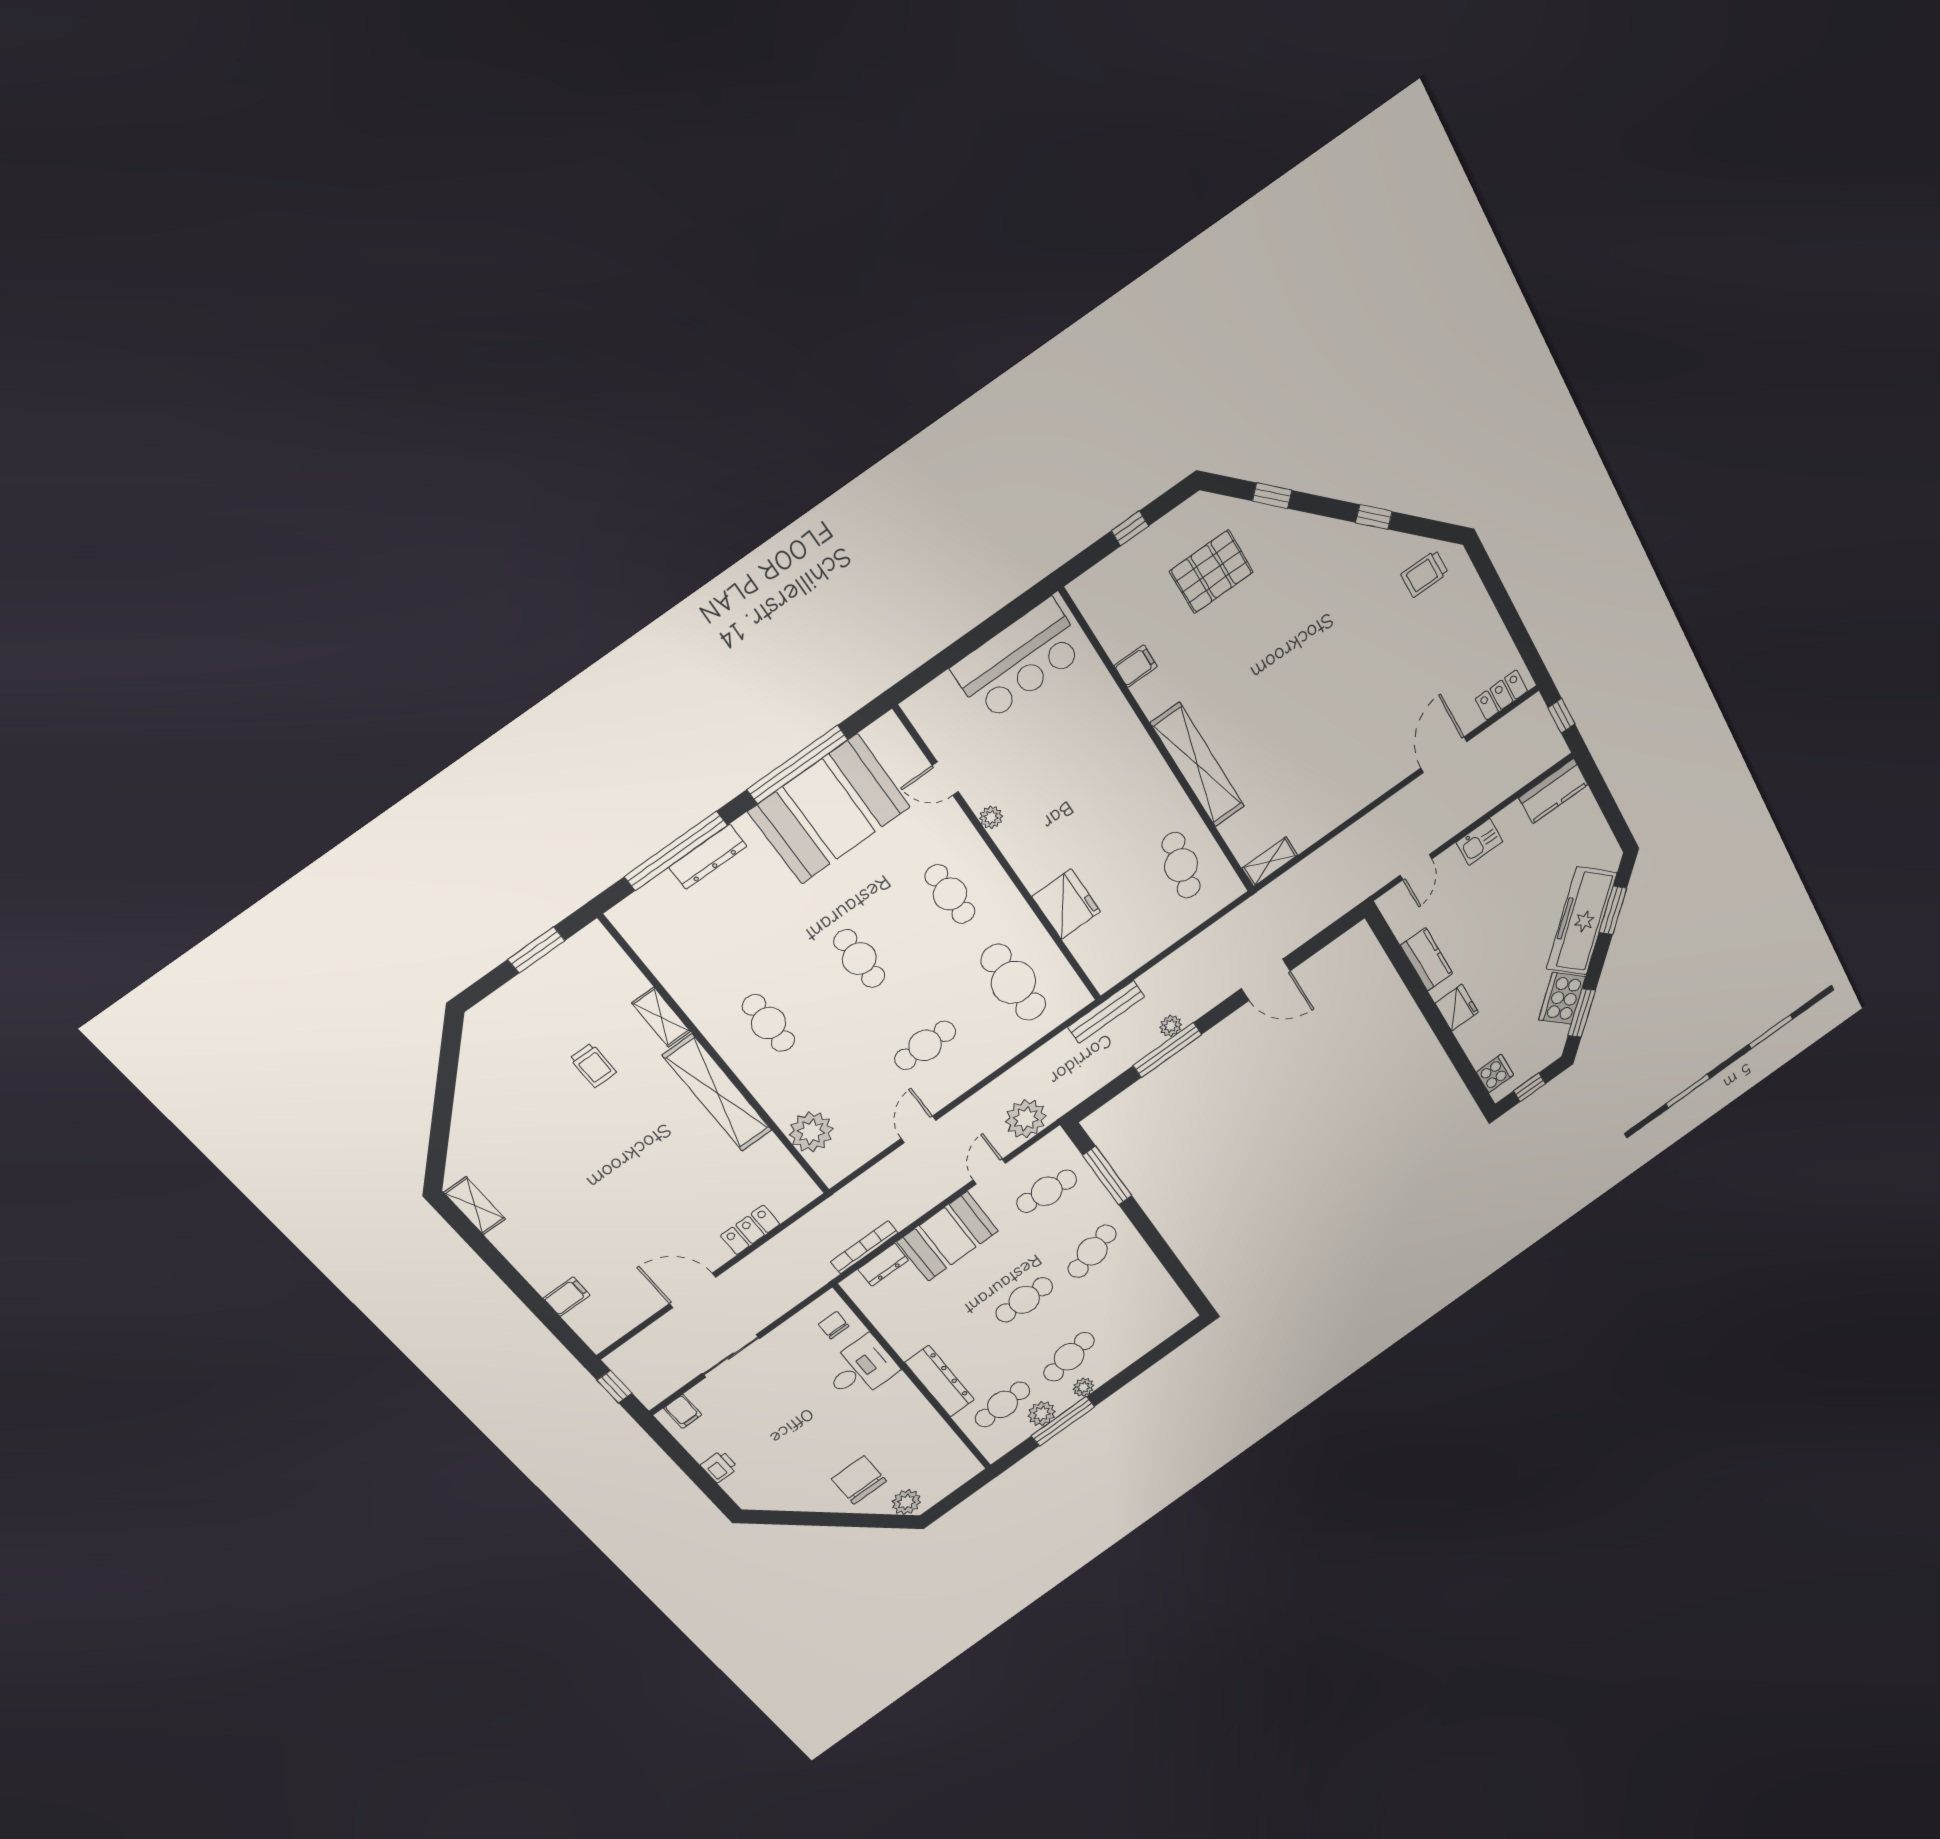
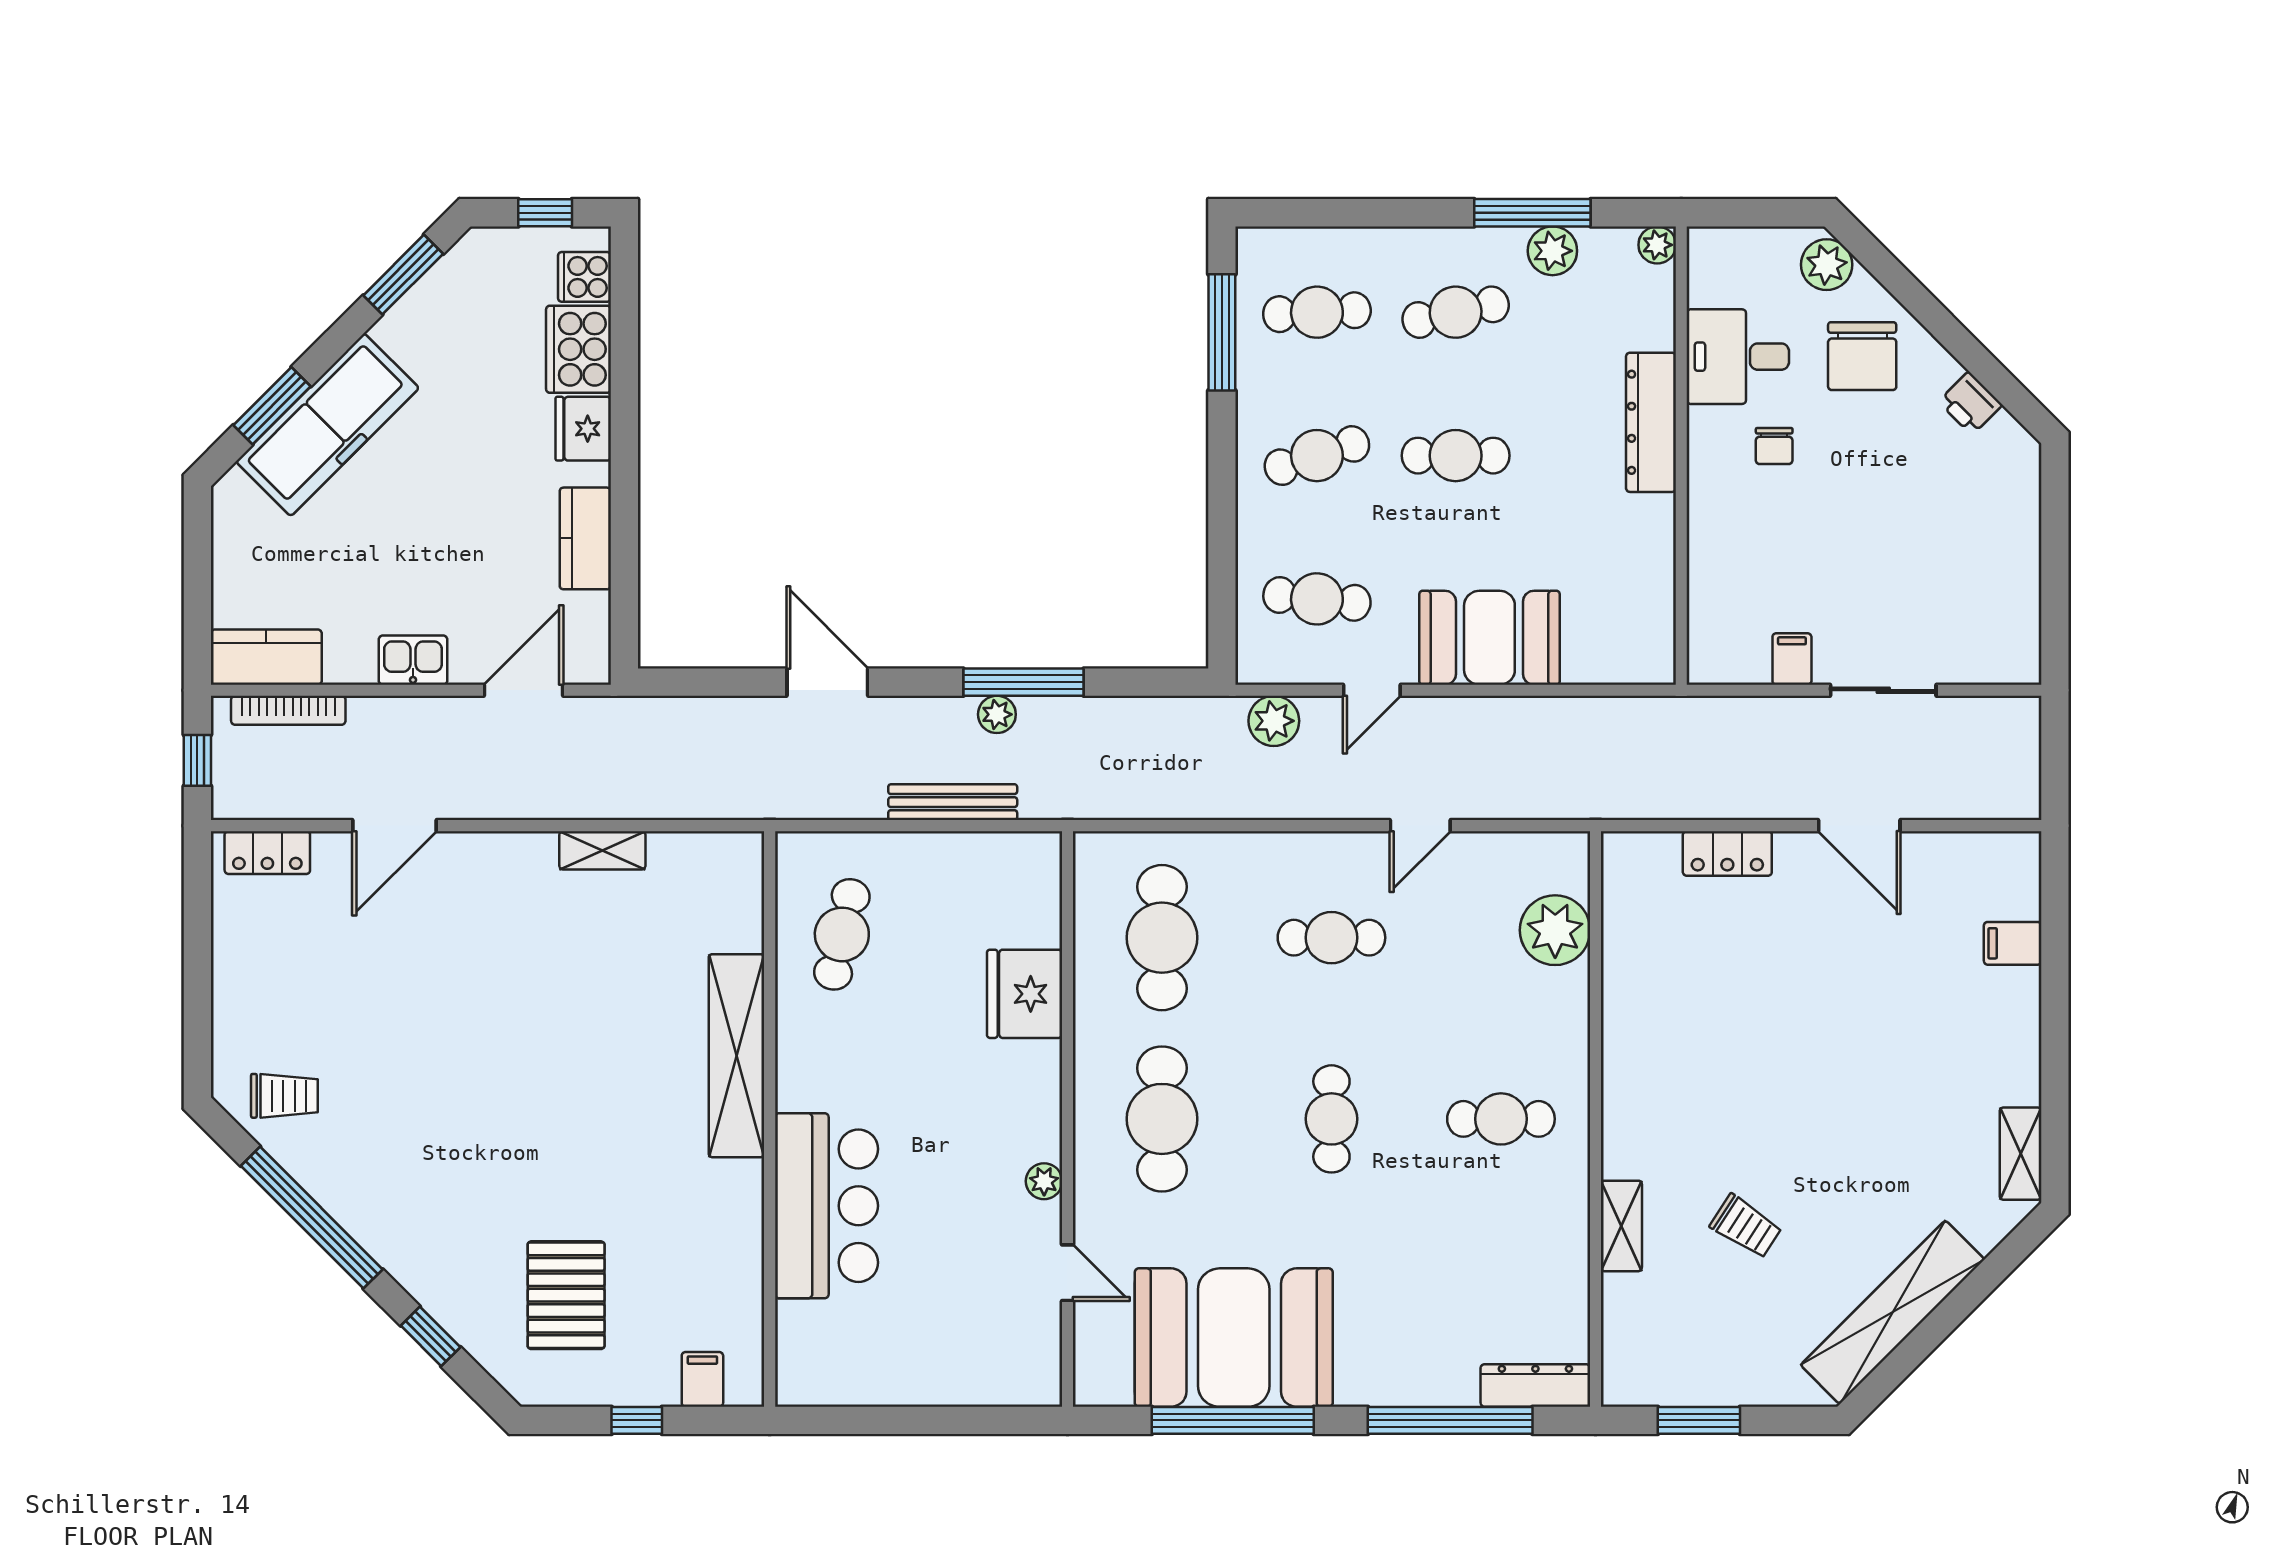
window: (1374, 517) -> (312, 1218), width x3.17
pallet: (1211, 572) -> (566, 1295), turned 90
bar counter: (1019, 660) -> (826, 1206), moved, turned 90
filing cabinet: (1136, 666) -> (702, 1379), moved, turned 90
dresser: (708, 857) -> (1535, 1385), moved
shelving: (1270, 862) -> (602, 850), moved
door: (1416, 867) -> (524, 690), width x1.38
cafe table: (950, 894) -> (1162, 1119), width x1.37, depth x1.35
cooker: (1562, 998) -> (579, 349), moved, turned 135
bench: (1106, 1012) -> (953, 802), moved
cafe table: (769, 1023) -> (1501, 1119), turned 90
trolley: (593, 1065) -> (1746, 1226), turned 123
shelving: (717, 1093) -> (1893, 1312), moved, turned 45
plant: (1026, 1119) -> (1274, 721), width x0.73, depth x0.73
window: (1107, 1176) -> (1222, 332), moved
bookcase: (864, 1247) -> (288, 710), moved
dresser: (883, 1265) -> (1600, 664), removed
chair: (834, 1325) -> (1774, 446), moved
desk: (861, 1369) -> (1738, 357), moved
window: (615, 1387) -> (2055, 767), removed
plant: (1083, 1387) -> (1657, 245), moved
cafe table: (1003, 1404) -> (1317, 312), moved
filing cabinet: (683, 1411) -> (1792, 659), moved
printer: (719, 1466) -> (1970, 403), moved, turned -45

